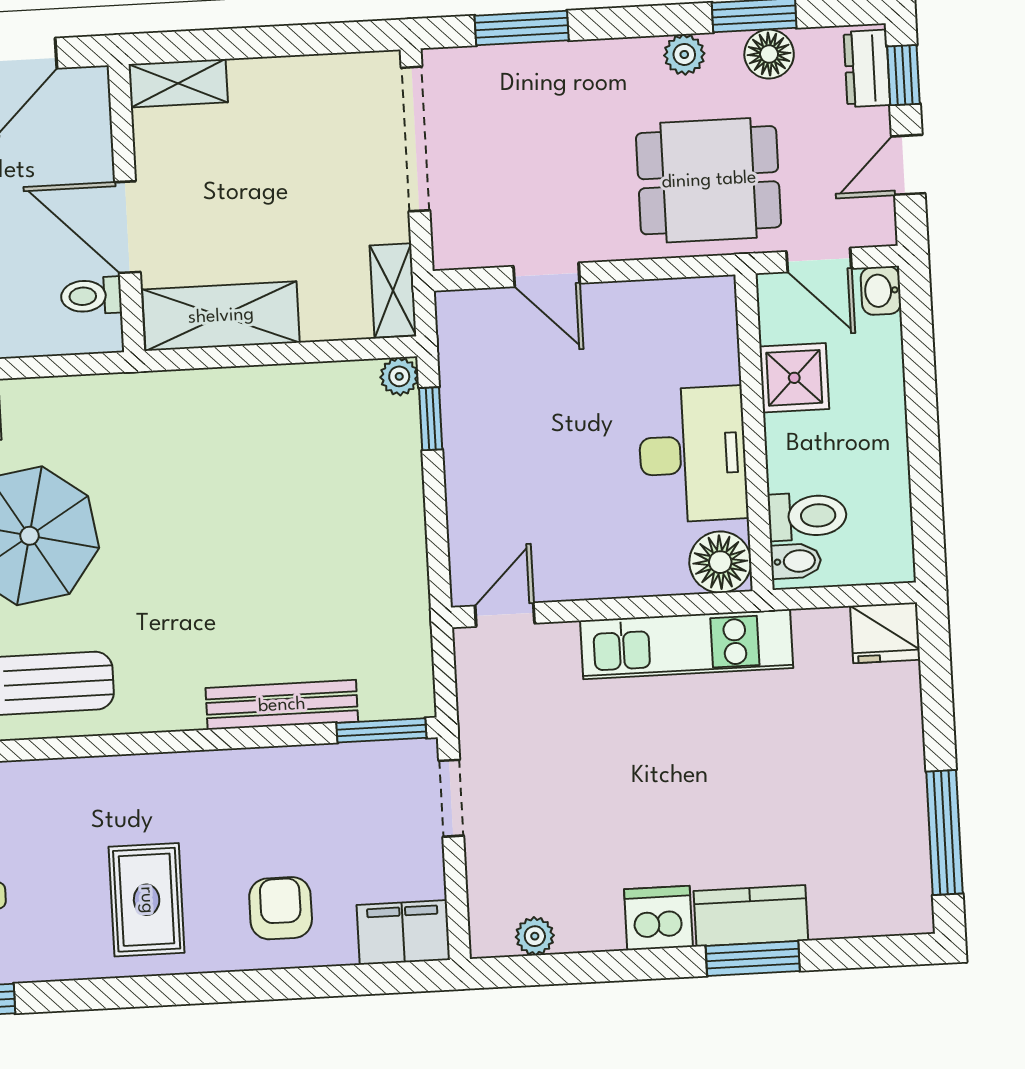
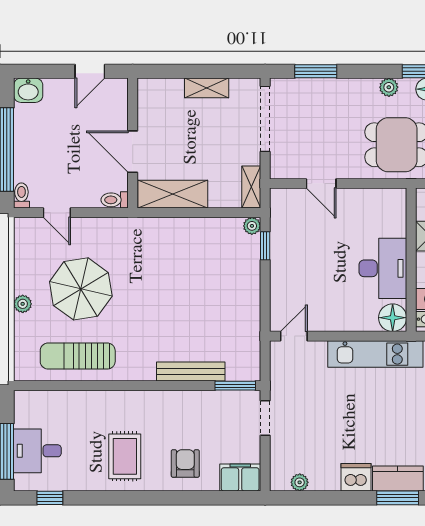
shelving: (178, 83) -> (207, 88), moved
toilet: (91, 296) -> (115, 200), moved

